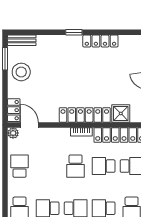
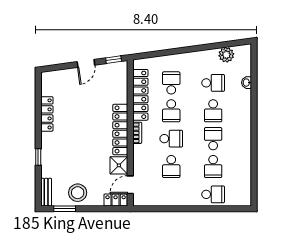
window: (74, 32) -> (38, 157), moved
shower: (121, 113) -> (119, 165), moved
plant: (13, 133) -> (138, 201), removed
school desk: (20, 166) -> (171, 167), moved, turned -90

